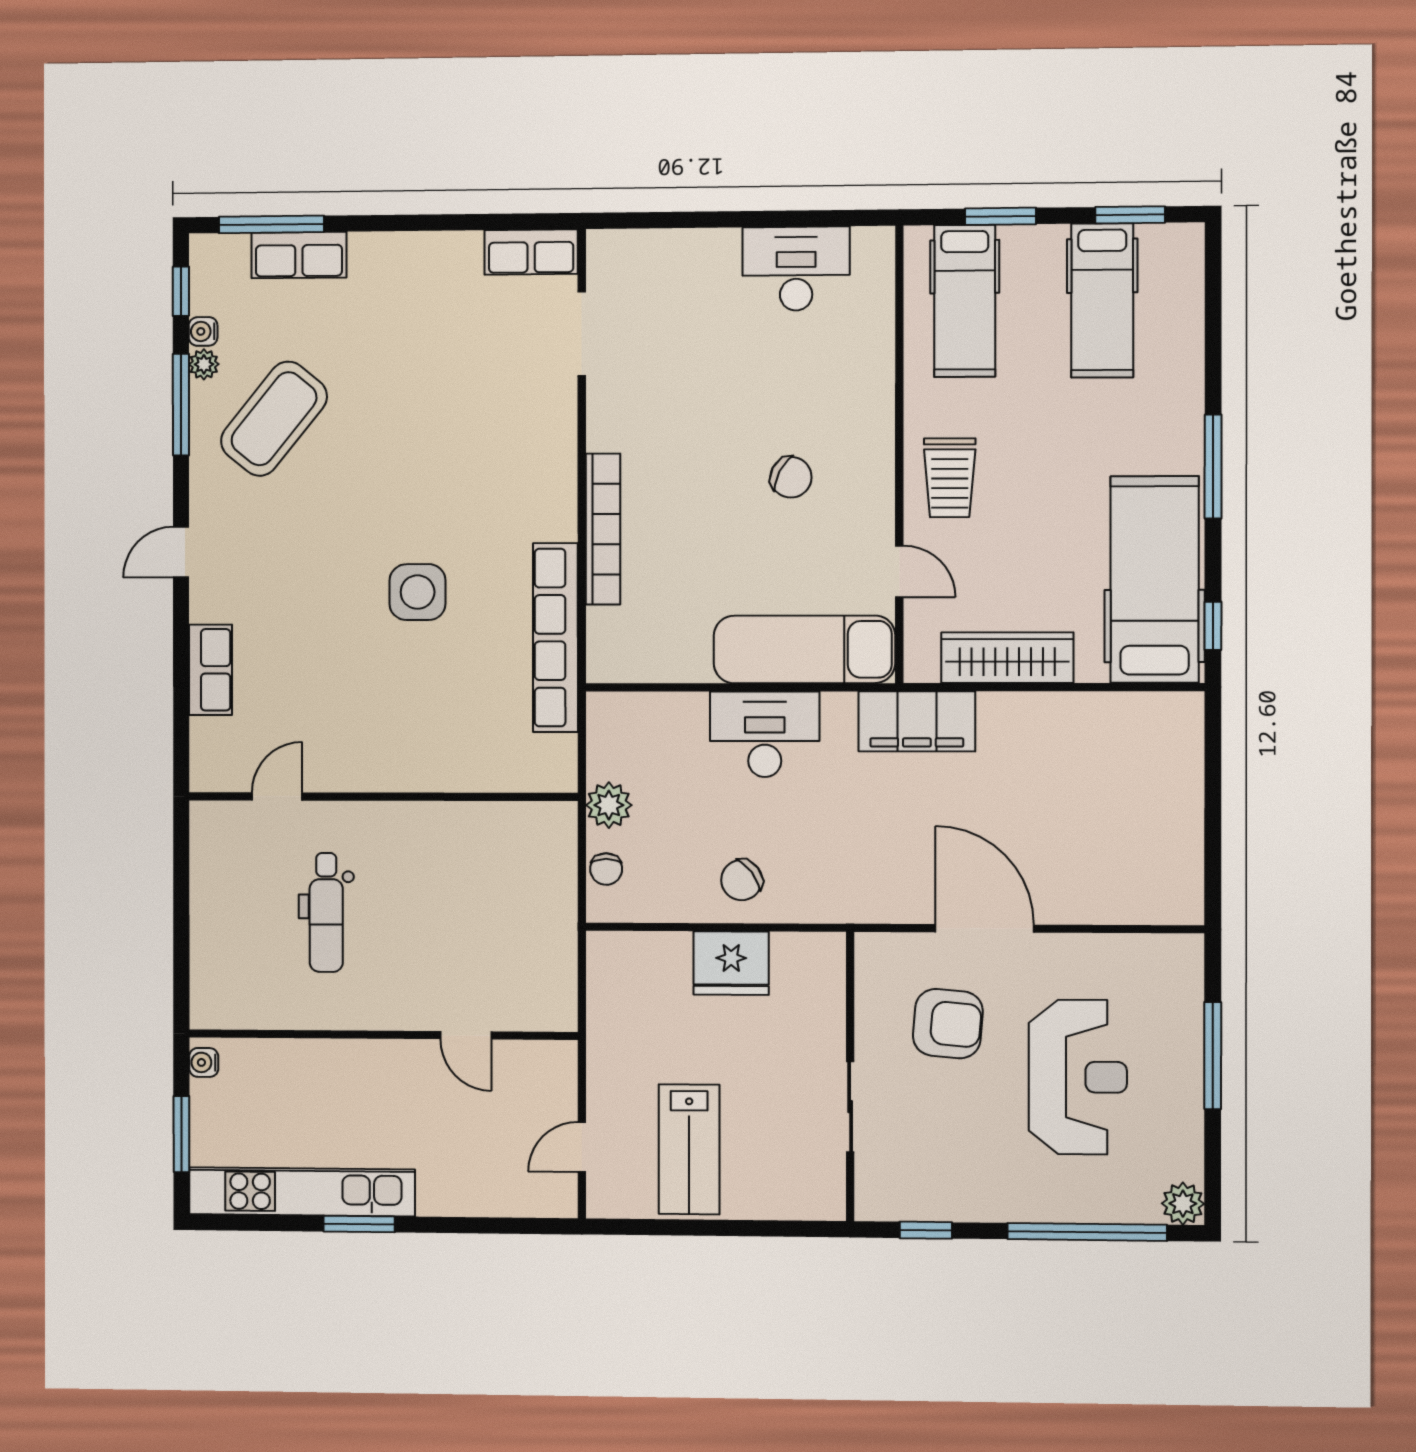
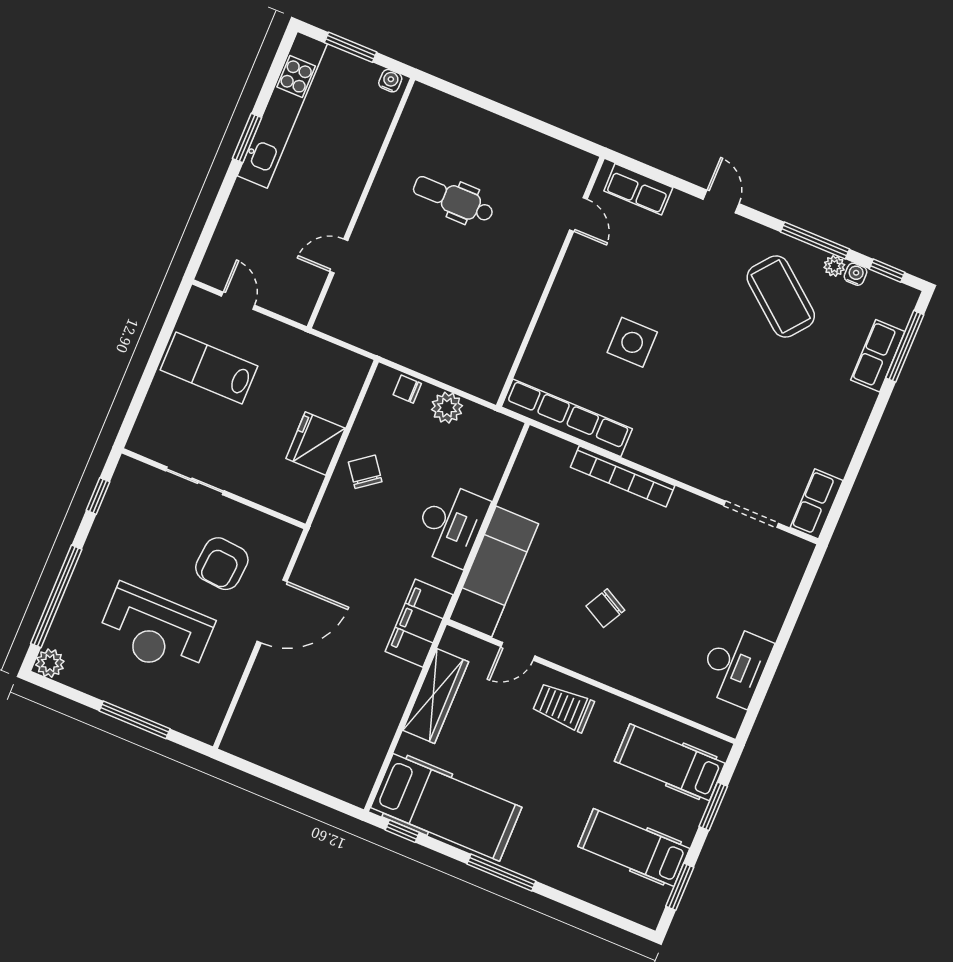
door: (277, 796) -> (578, 214), moved
wall: (383, 797) -> (550, 282), moved

